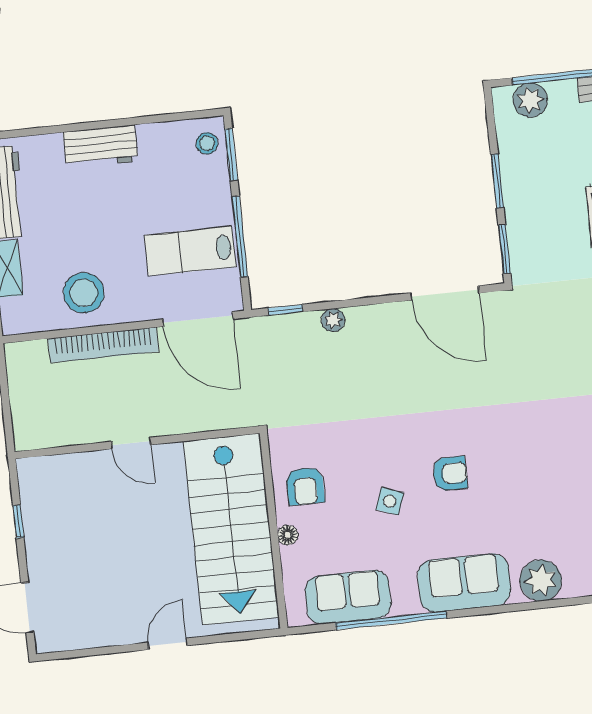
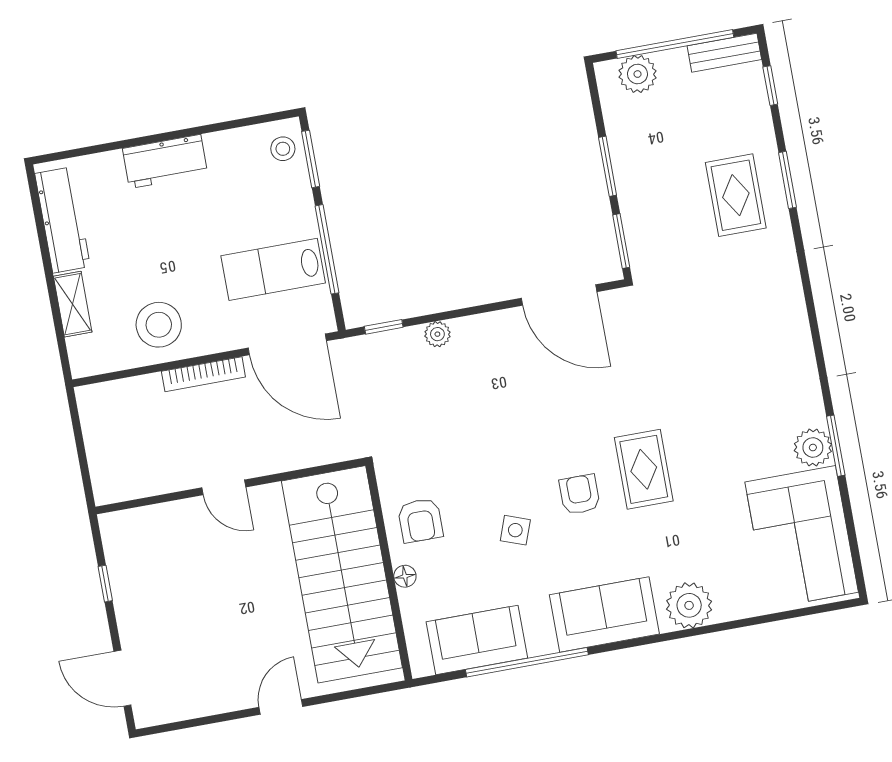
bookcase: (103, 345) -> (203, 374), width x0.68, depth x0.76
rug: (509, 455) -> (644, 469), added
armchair: (450, 473) -> (580, 494), turned -90

